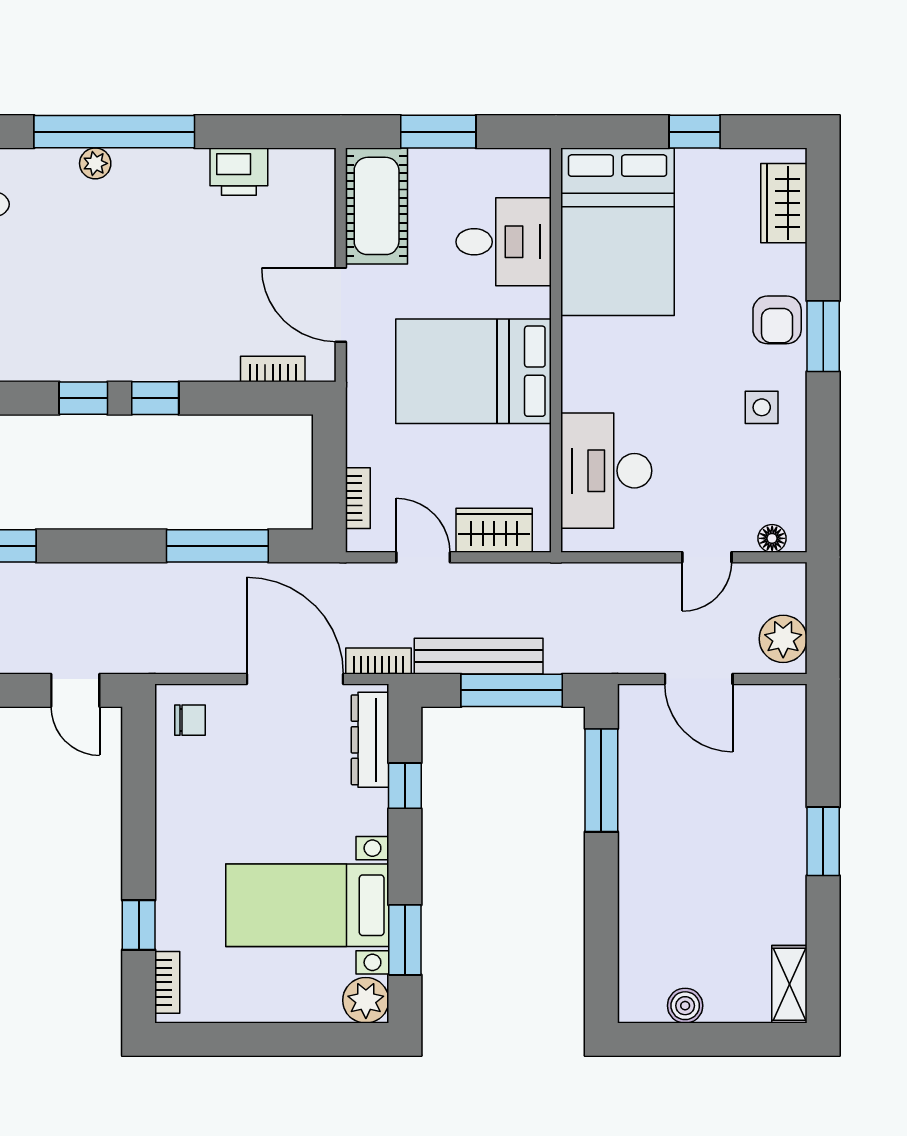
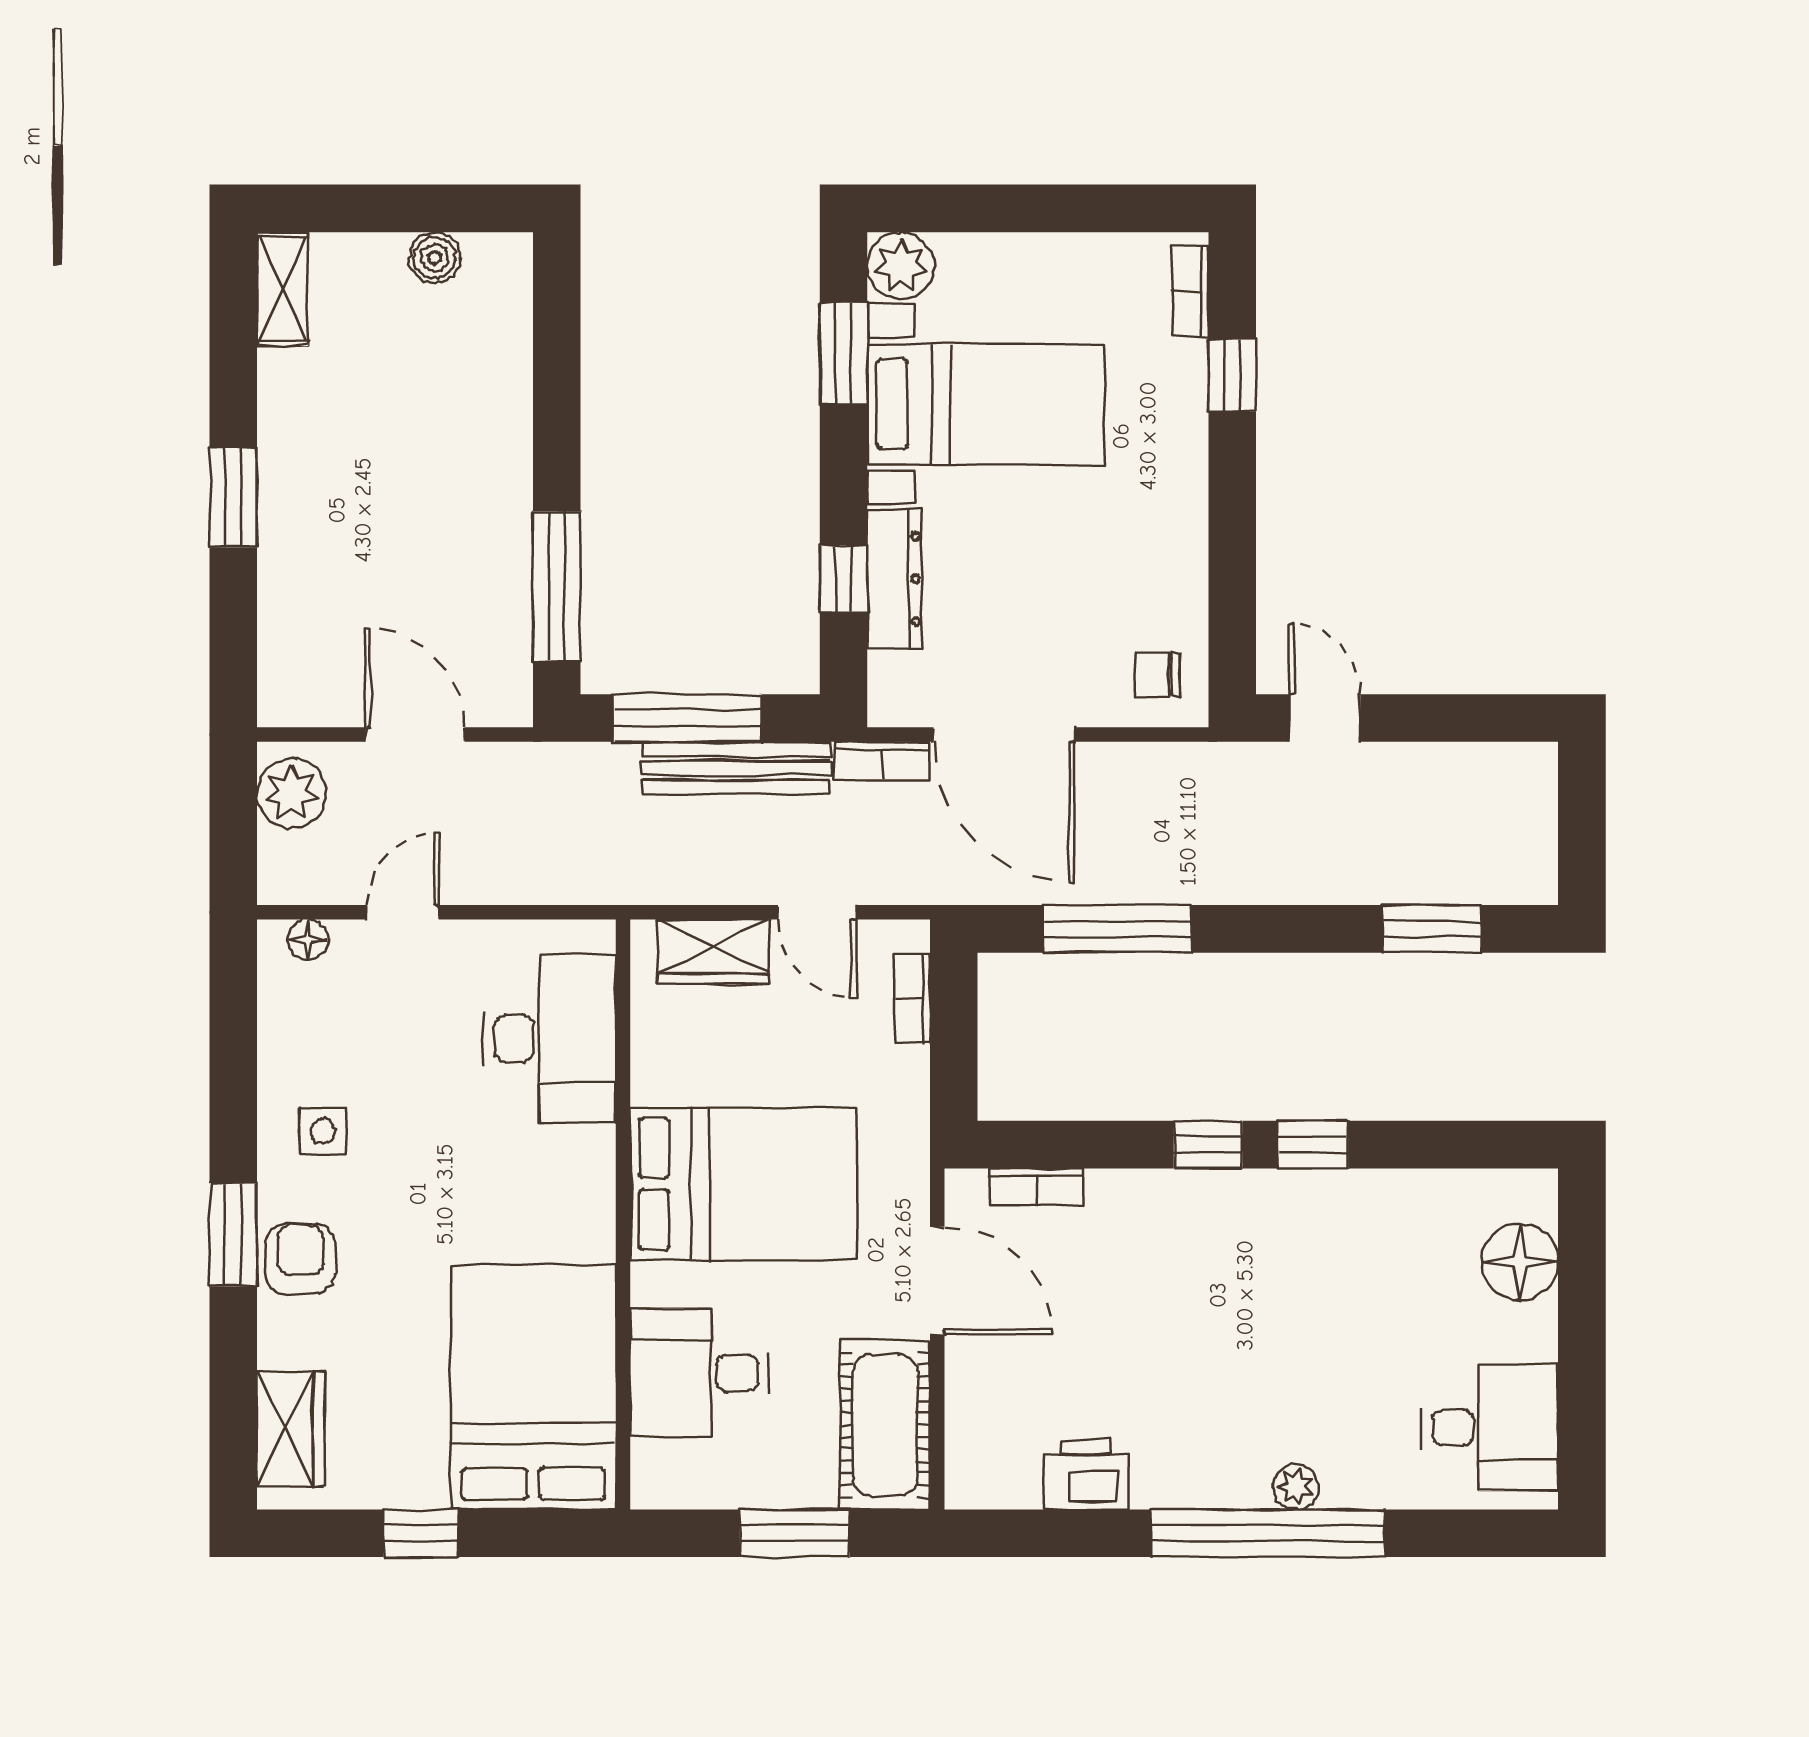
dresser: (370, 740) -> (894, 579), moved

